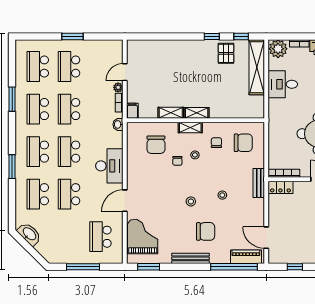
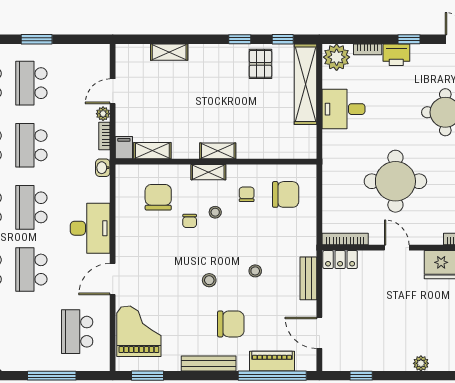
shelving: (163, 45) -> (169, 52), added
shelving: (171, 113) -> (152, 151), moved
chair: (156, 145) -> (158, 197), turned 180
bench: (259, 183) -> (308, 278), moved
piano: (246, 257) -> (272, 361), moved

